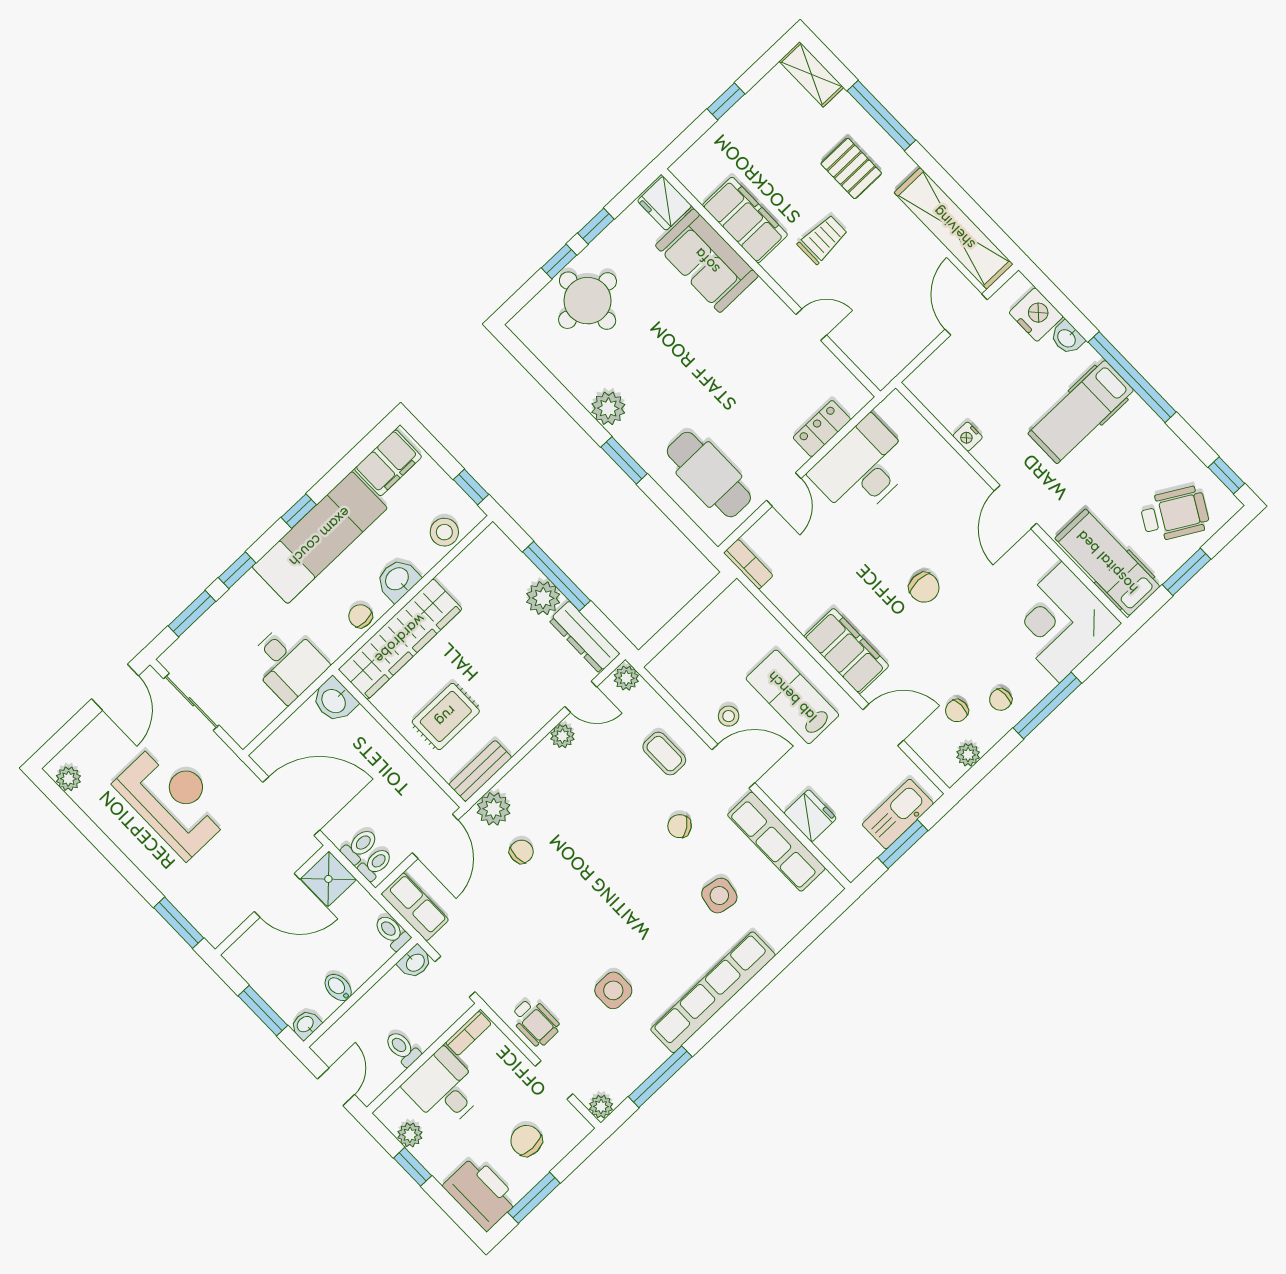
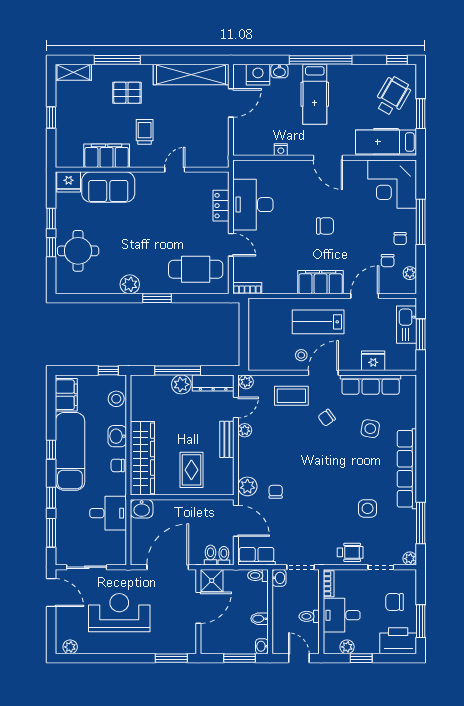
door: (966, 315) -> (231, 103), swing flipped
coffee table: (664, 754) -> (291, 396), width x1.36, depth x1.30
bench: (480, 771) -> (227, 439), moved

